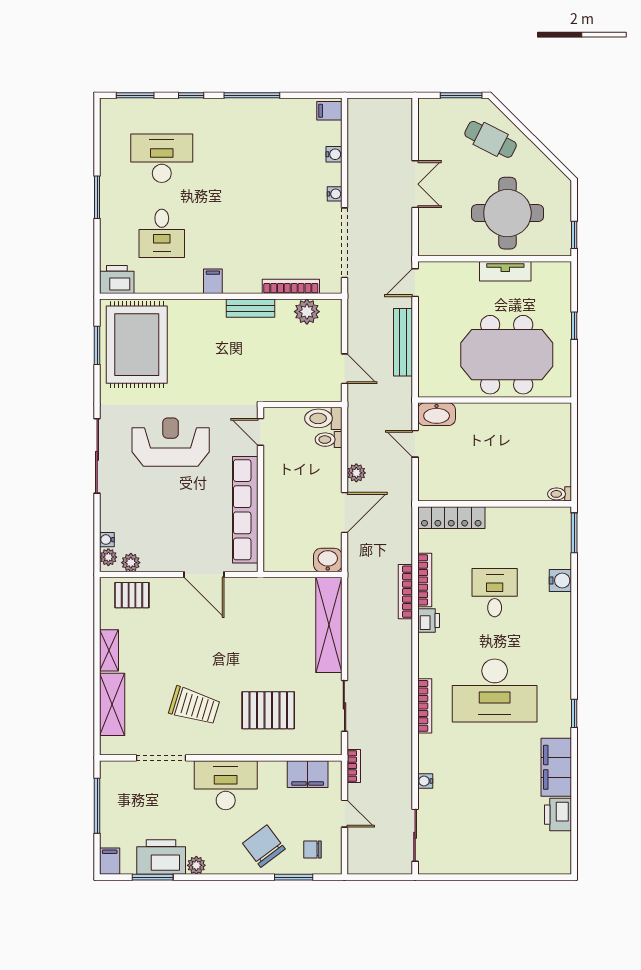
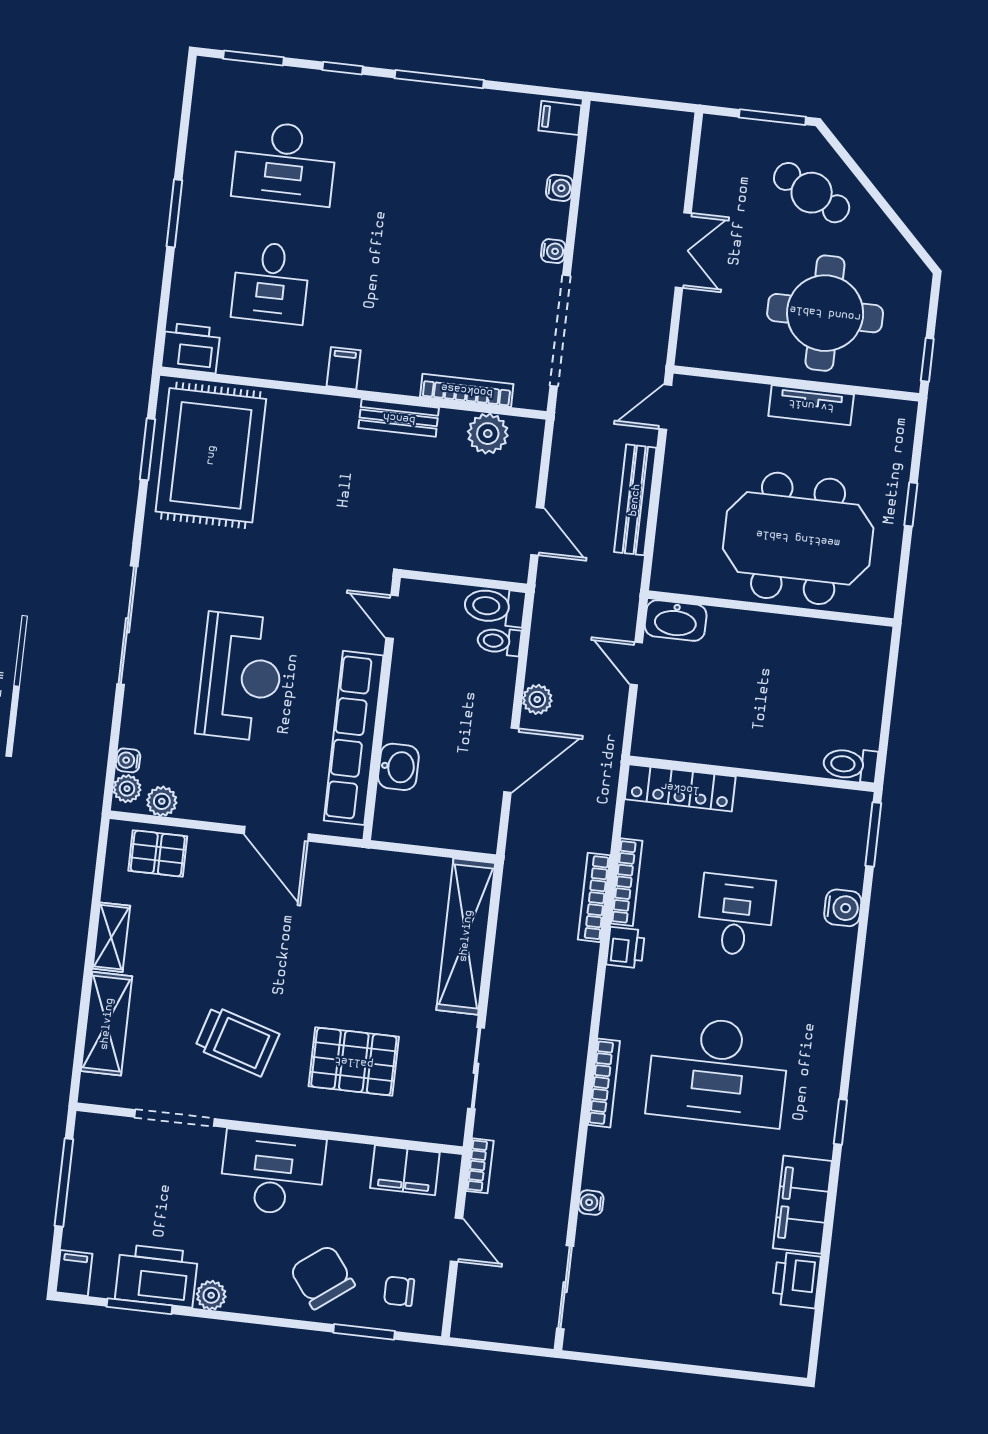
desk: (162, 158) -> (284, 163), turned 180
reception desk: (171, 442) -> (240, 677), moved, turned 90
toilet: (560, 494) -> (850, 765), width x1.37, depth x1.39
washbasin: (328, 560) -> (398, 767), moved, turned 90

